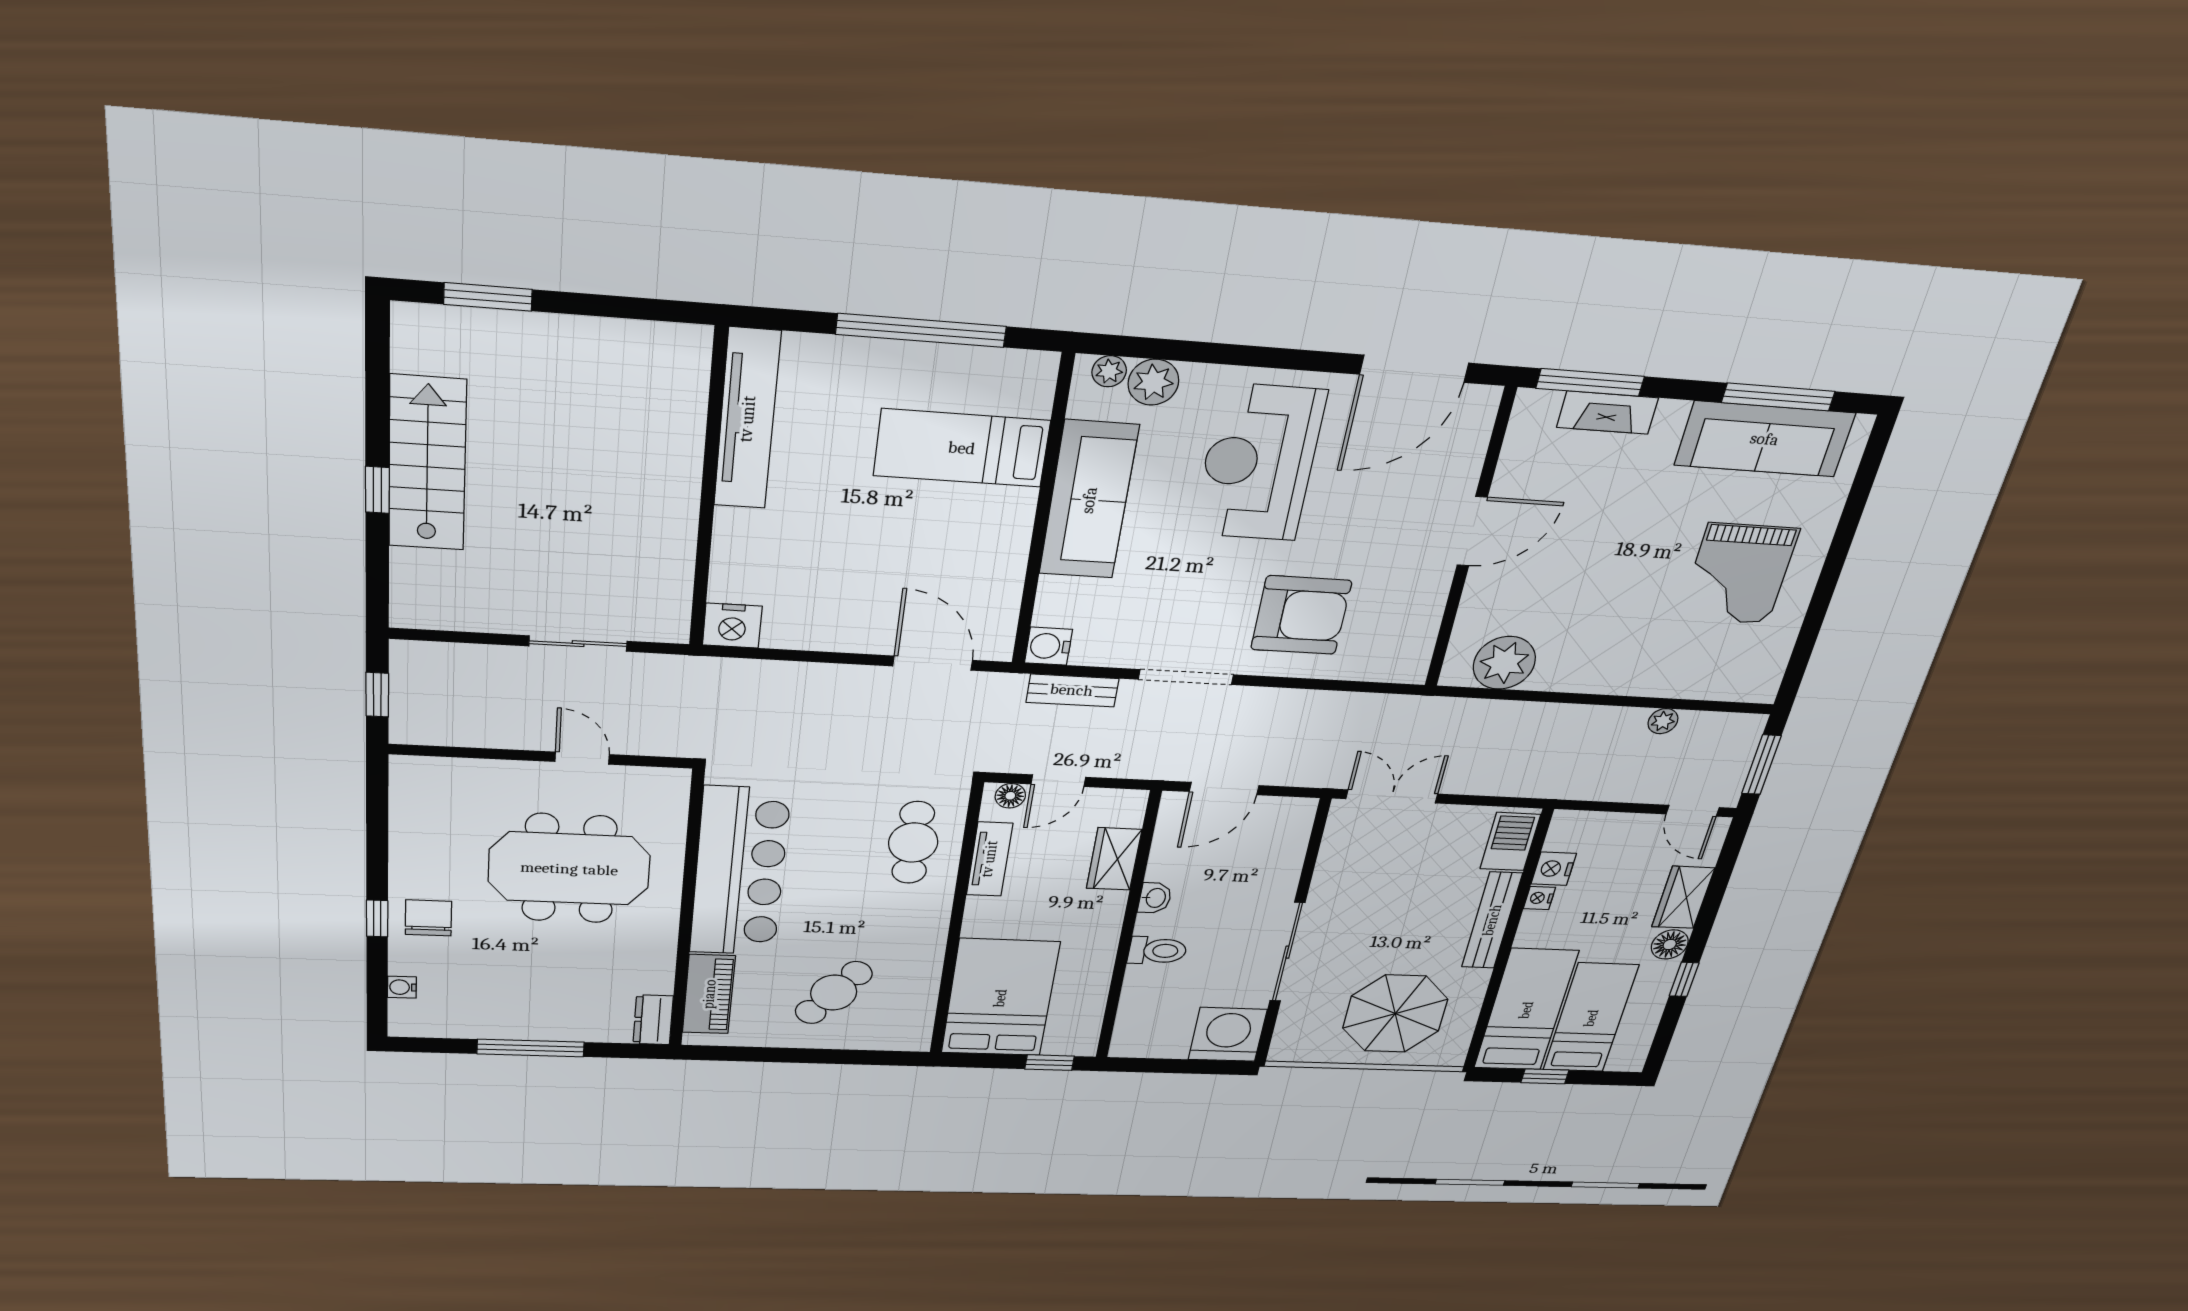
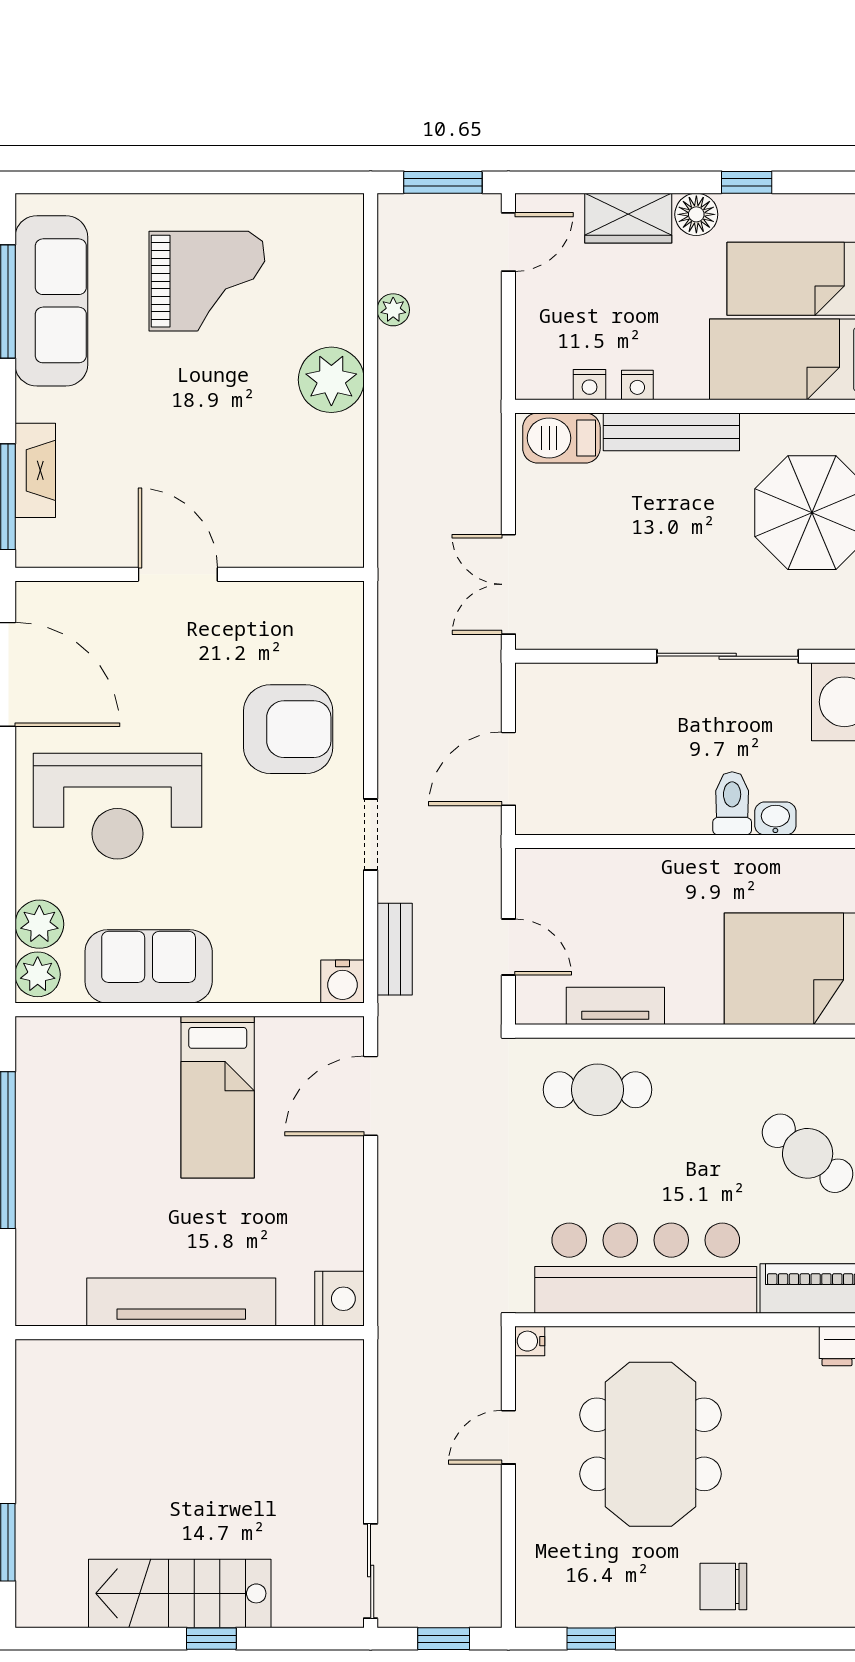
plant: (1109, 371) -> (38, 974), width x1.38, depth x1.38
tv unit: (747, 419) -> (181, 1302), moved
bed: (962, 448) -> (218, 1097), moved
sofa: (1089, 500) -> (149, 966), width x0.73
armchair: (1301, 615) -> (288, 729), turned 90
sliding door: (578, 644) -> (371, 1571), moved
plant: (1504, 663) -> (331, 380), moved
doorway: (1186, 677) -> (371, 835), width x0.73
door: (1224, 789) -> (508, 769), swing flipped
floor lamp: (1010, 796) -> (531, 995), removed
wardrobe: (1114, 859) -> (608, 872), removed
nightstand: (1554, 869) -> (589, 385), width x0.72, depth x0.74
washbasin: (1155, 898) -> (775, 818), moved
window: (377, 918) -> (591, 1639), moved
water cooler: (402, 987) -> (530, 1341), moved, turned 90

